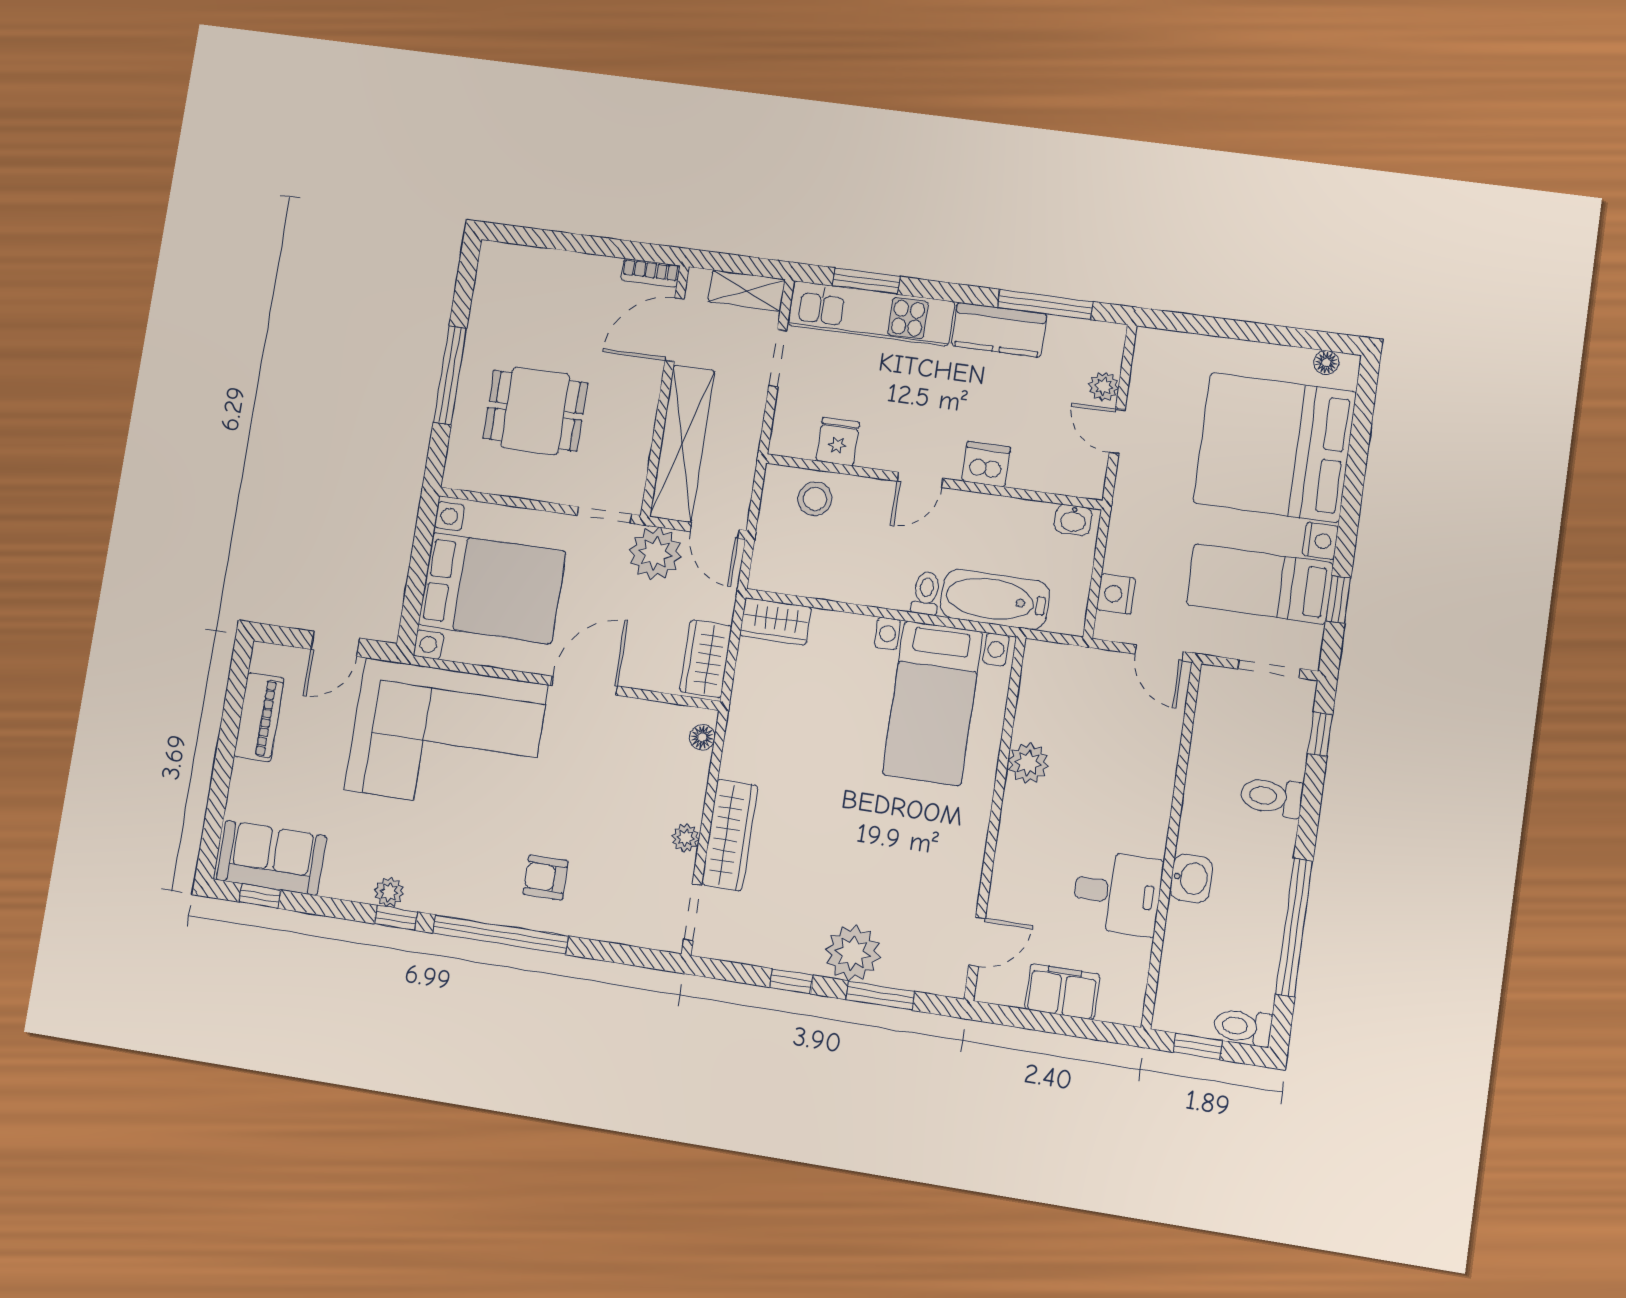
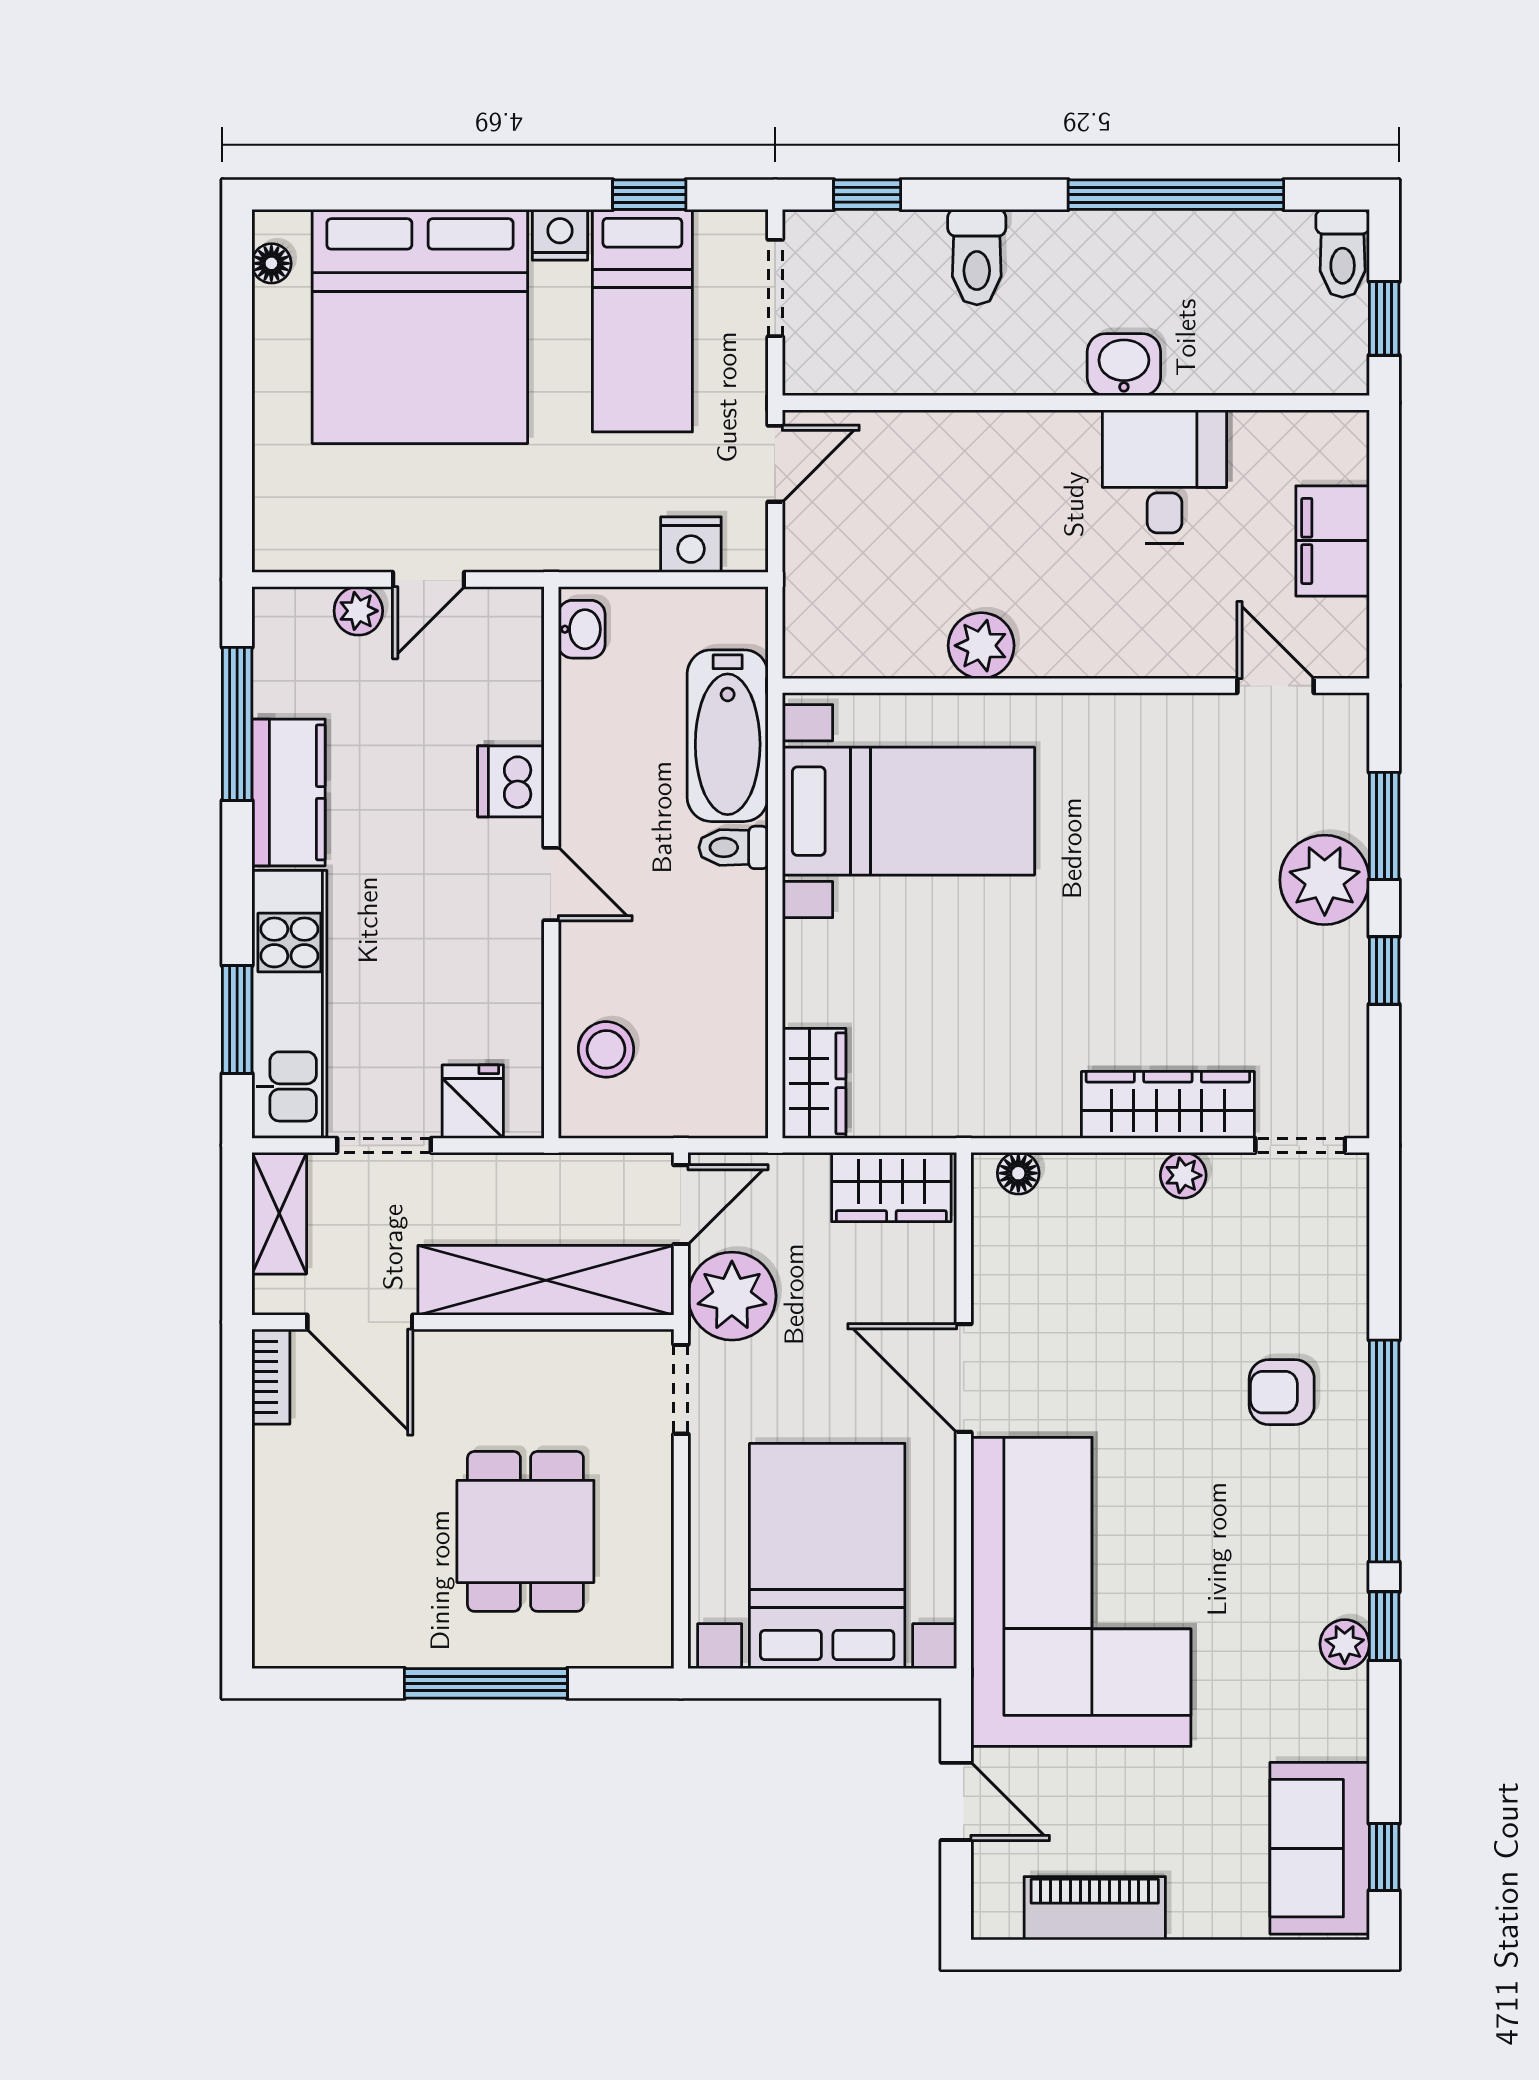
fridge: (838, 442) -> (473, 1102), moved, turned 90
armchair: (546, 878) -> (1282, 1392), turned 90

